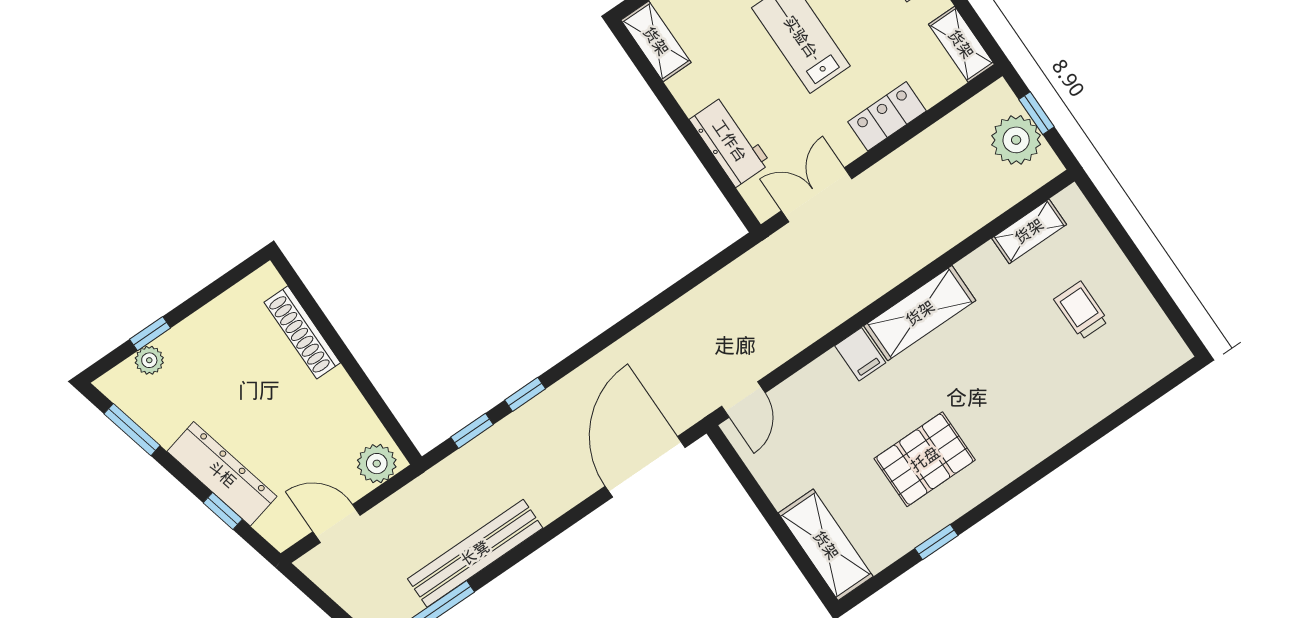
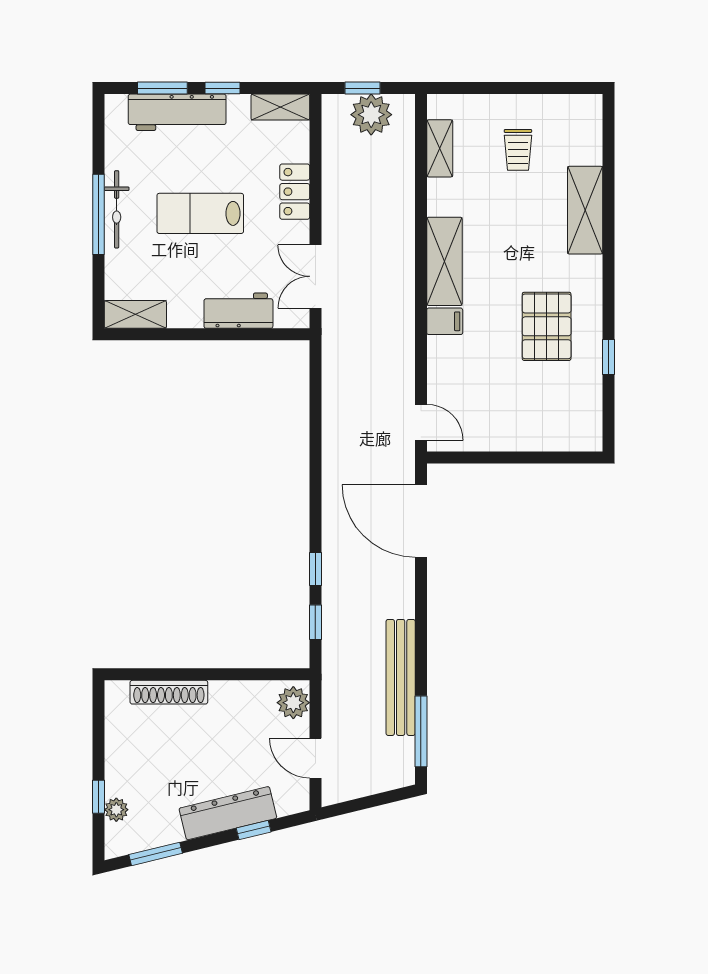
trolley: (1081, 310) -> (518, 150), turned -90
door: (337, 523) -> (315, 758), hinge flipped
shelving: (826, 545) -> (585, 210), moved, turned 90

